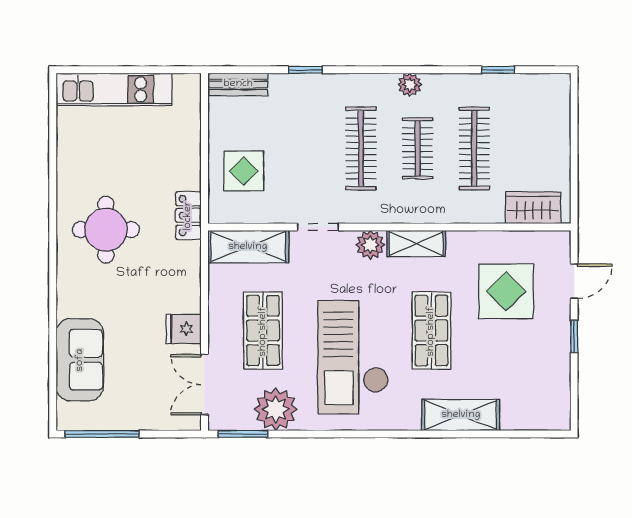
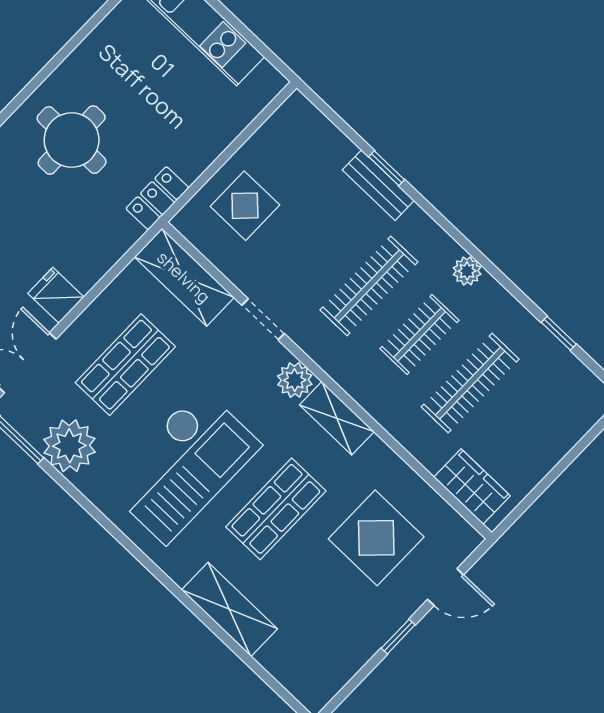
bench: (238, 84) -> (378, 185), moved
checkout: (353, 357) -> (183, 466), turned 180

